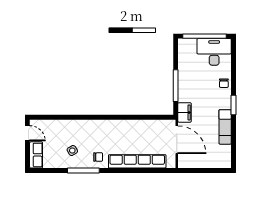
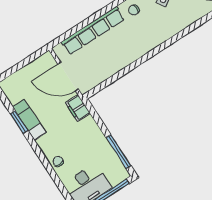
window: (176, 86) -> (118, 152), moved
window: (234, 105) -> (19, 122), moved

